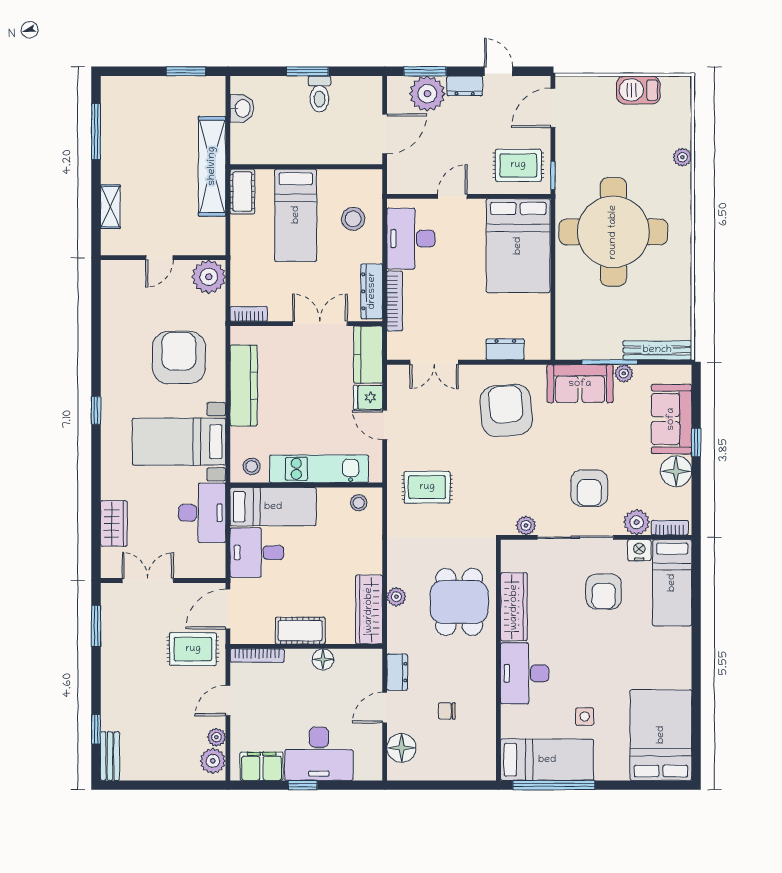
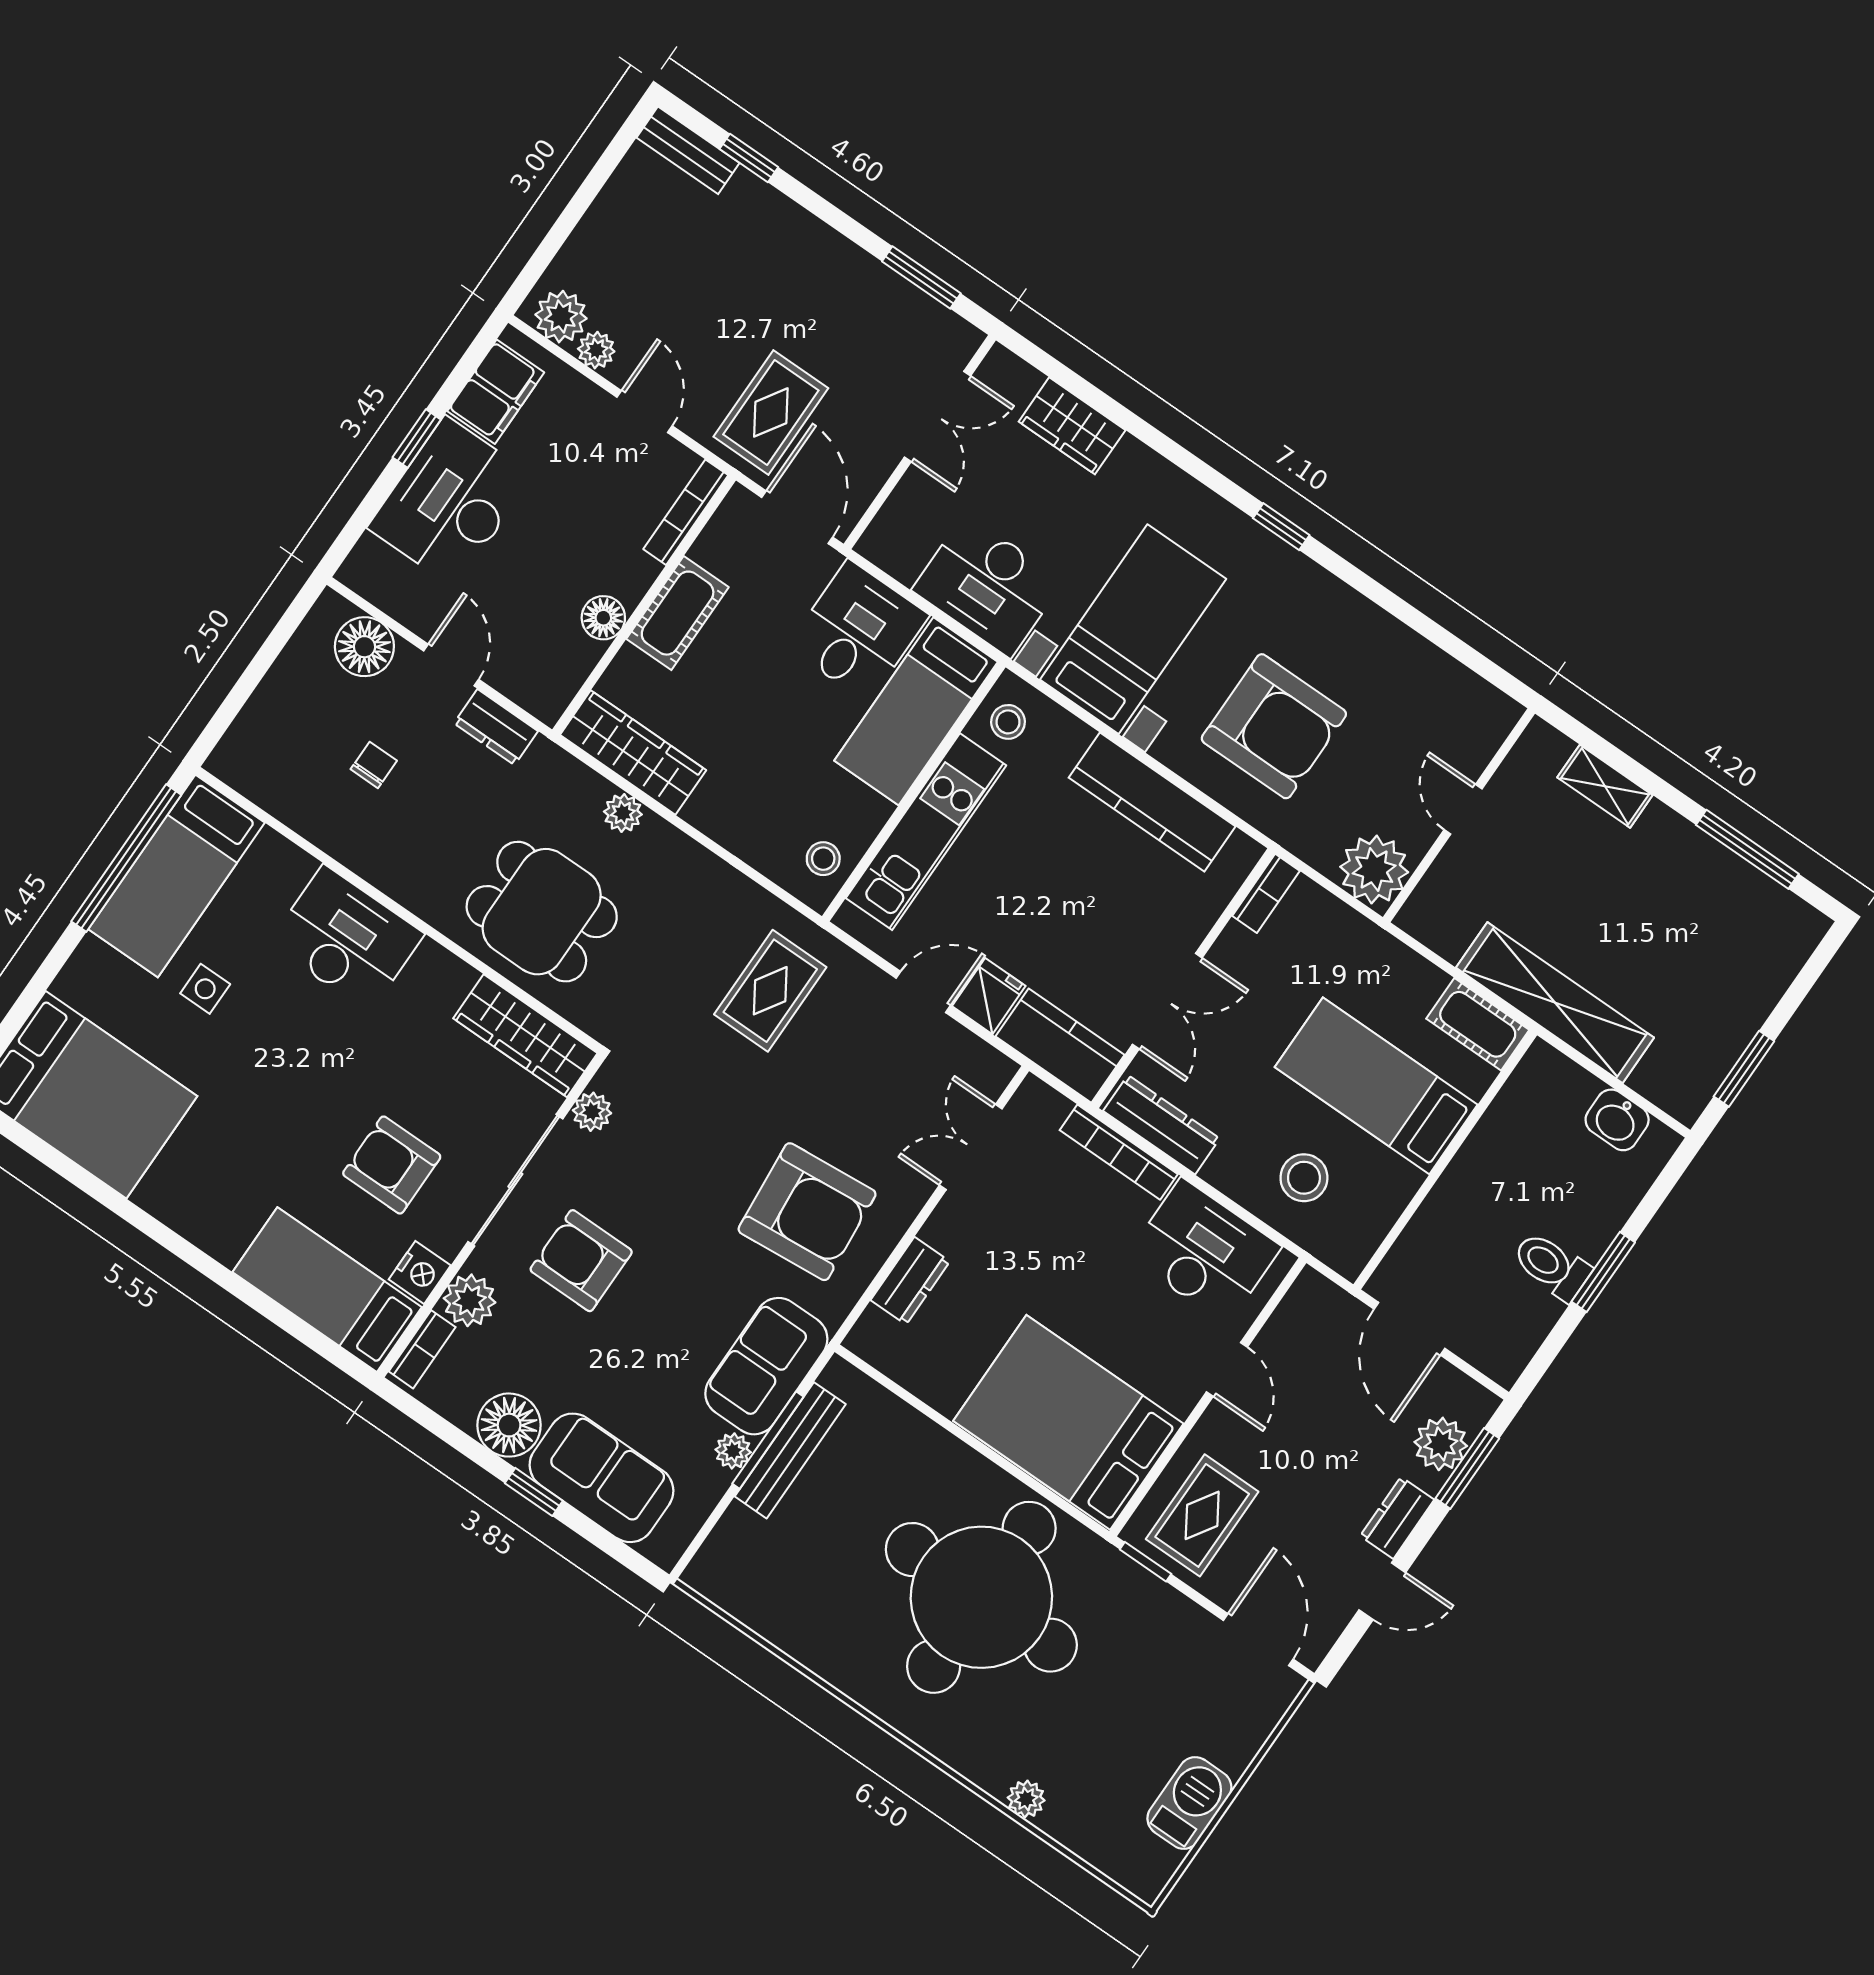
plant: (427, 94) -> (1441, 1444), width x0.73, depth x0.73
bench: (657, 350) -> (790, 1450), moved
wardrobe: (514, 607) -> (525, 1036), moved

